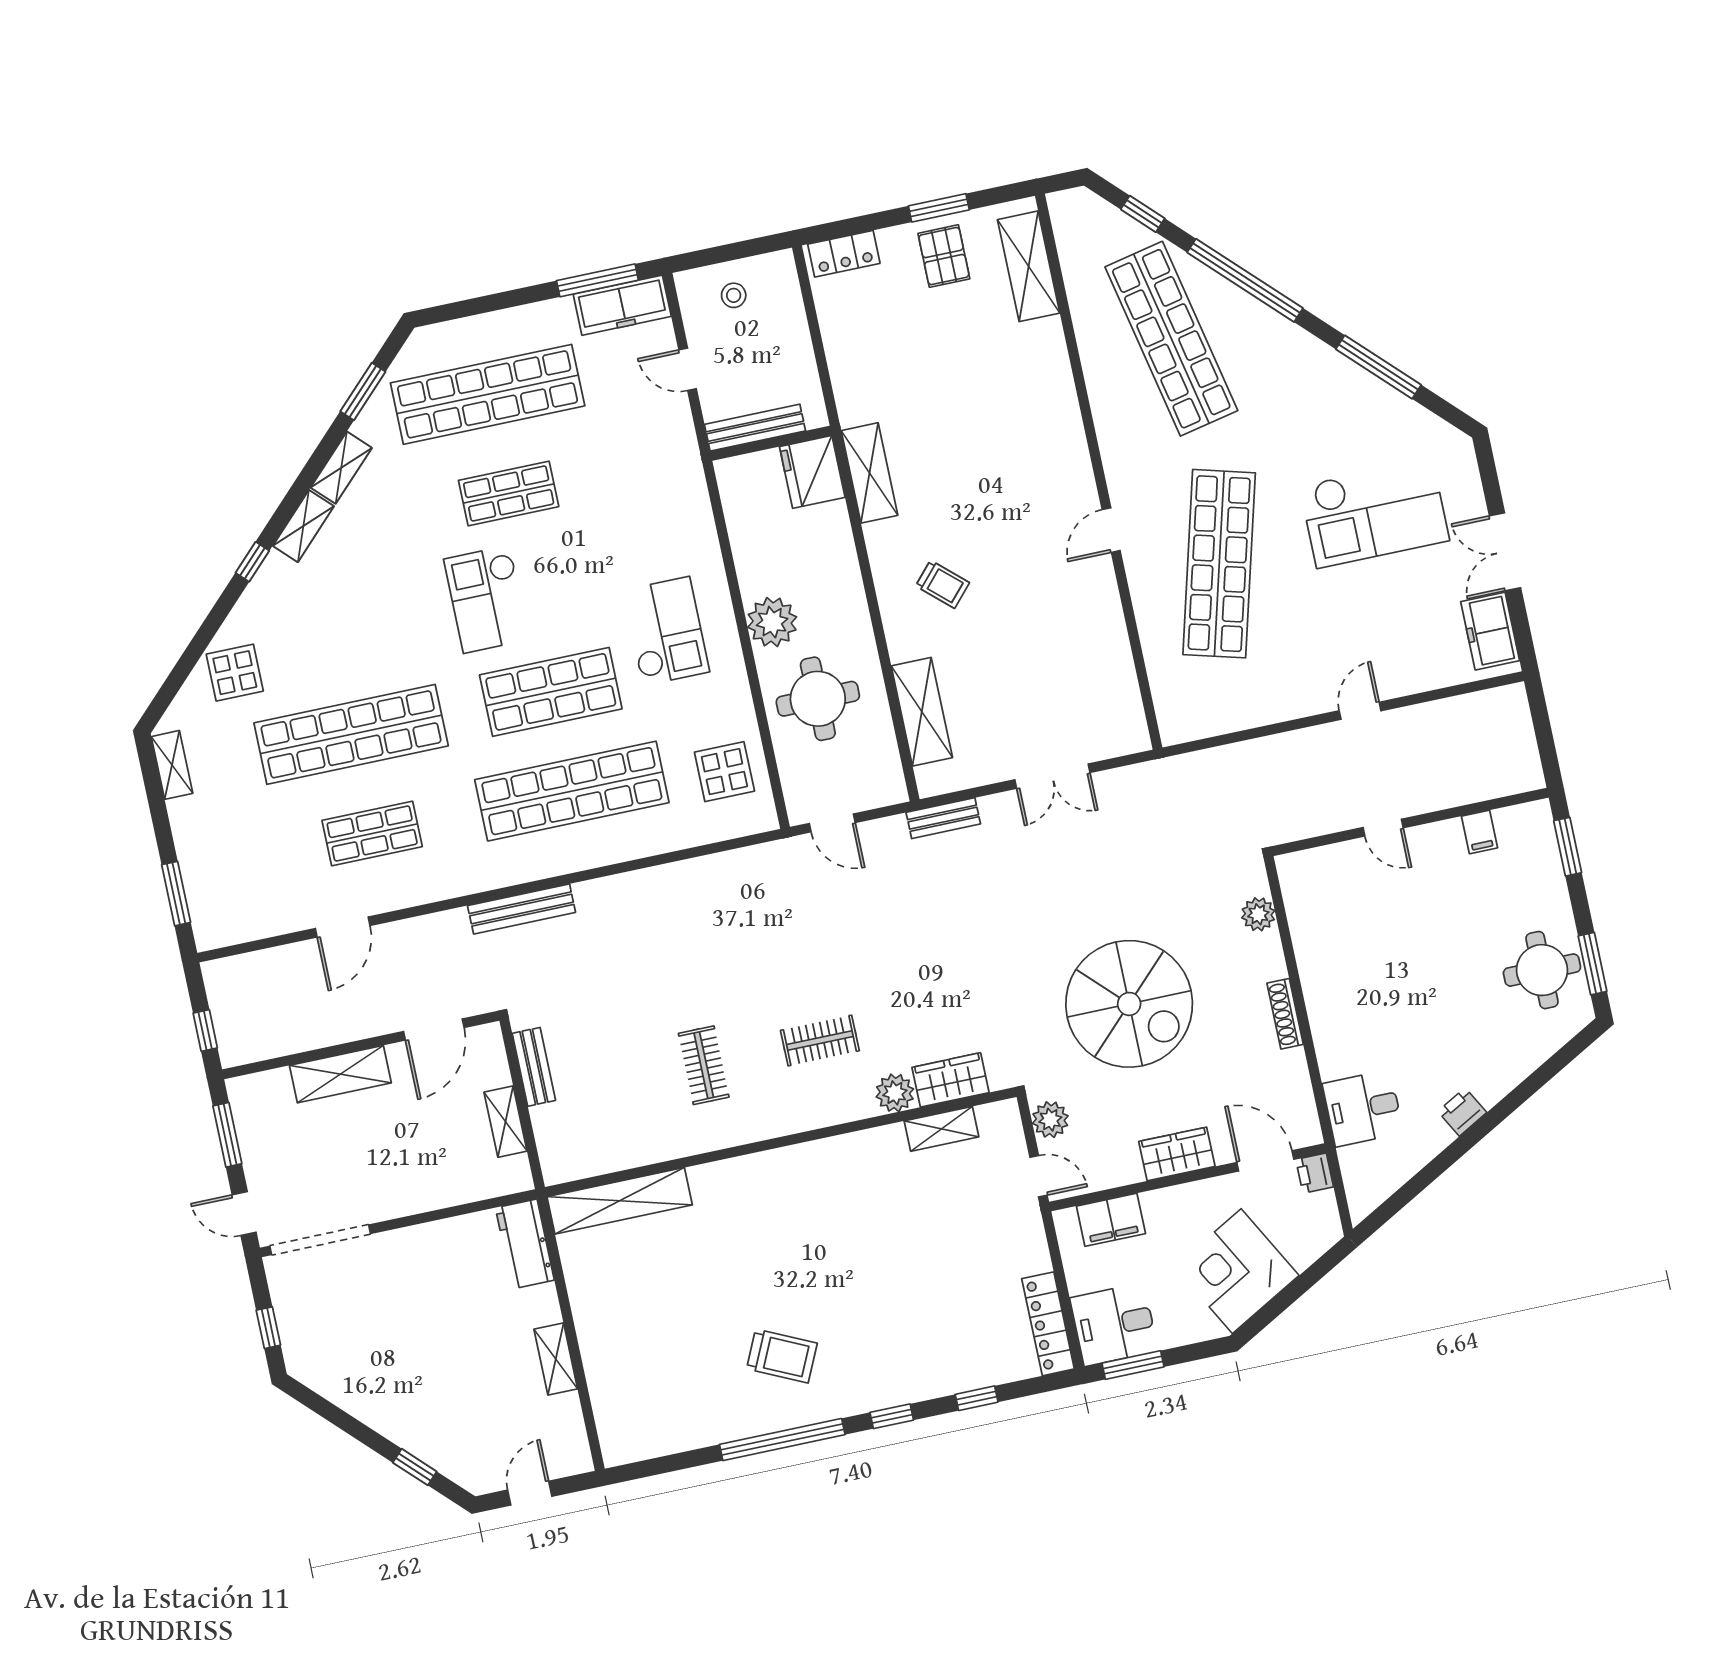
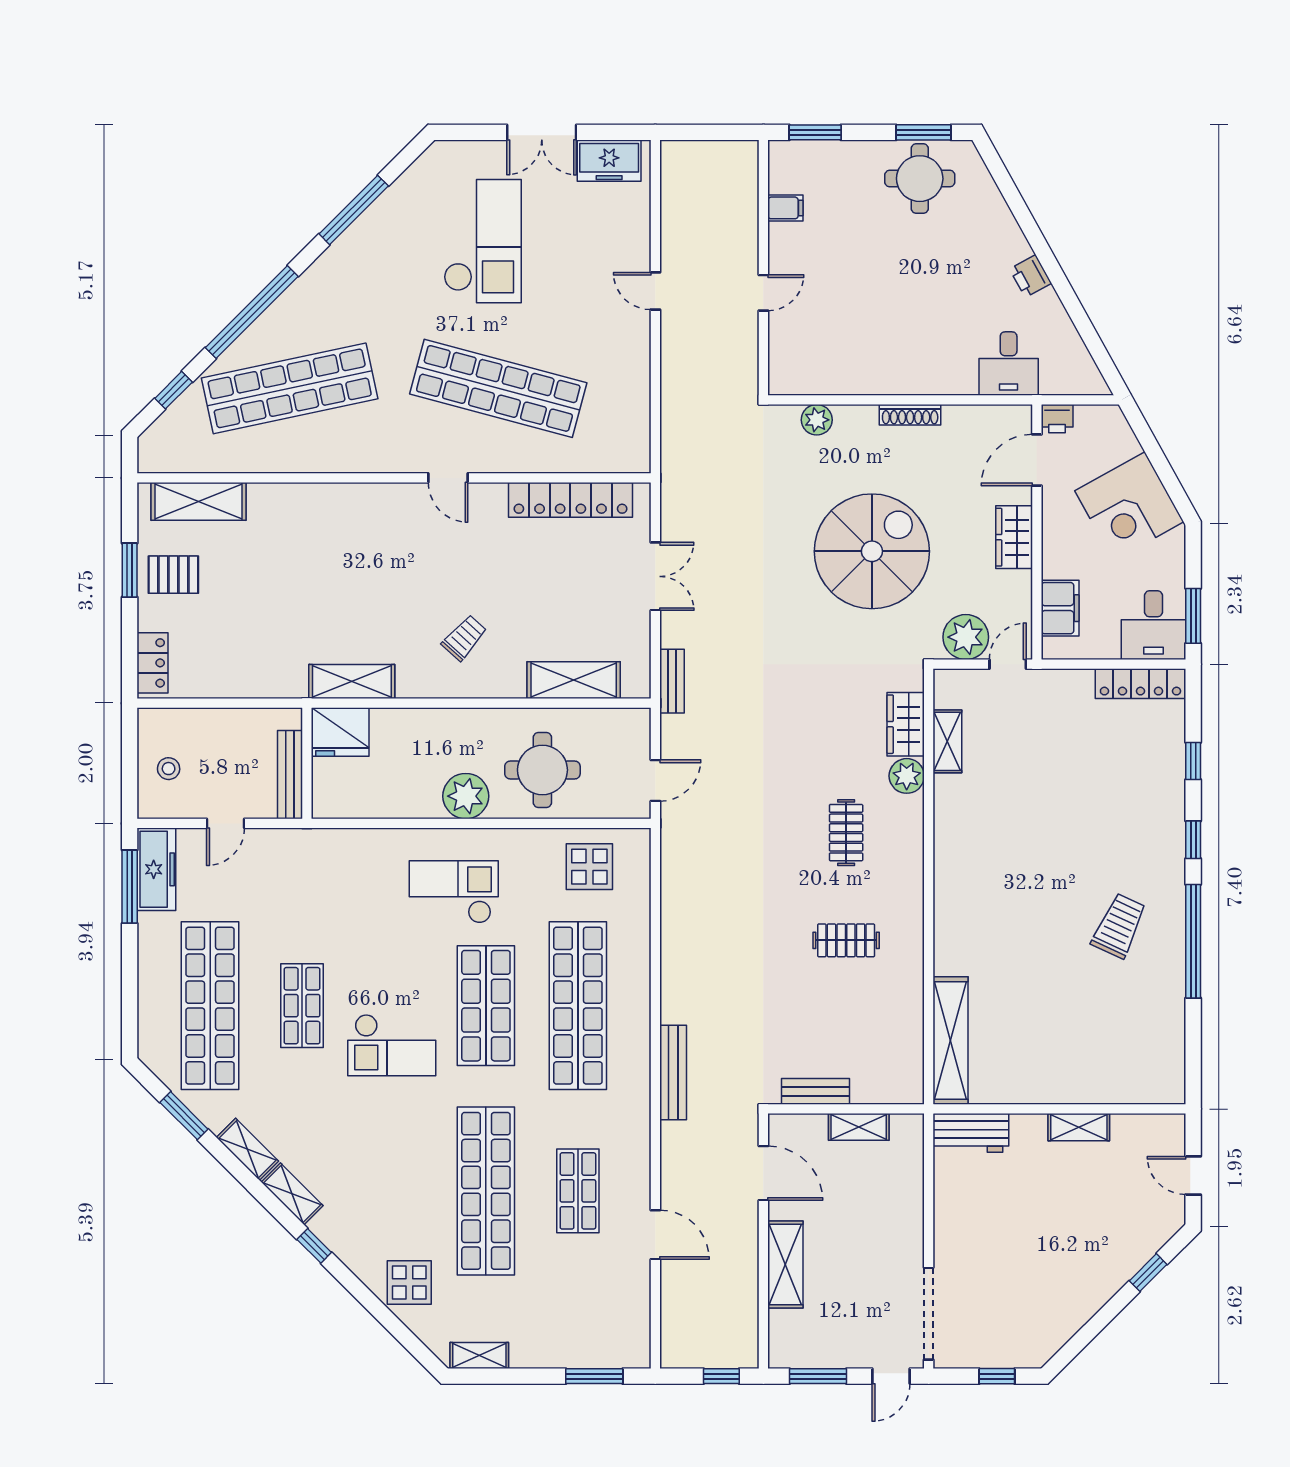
locker: (1115, 667) -> (570, 500), added
plant: (1050, 1120) -> (966, 637), width x1.36, depth x1.36

